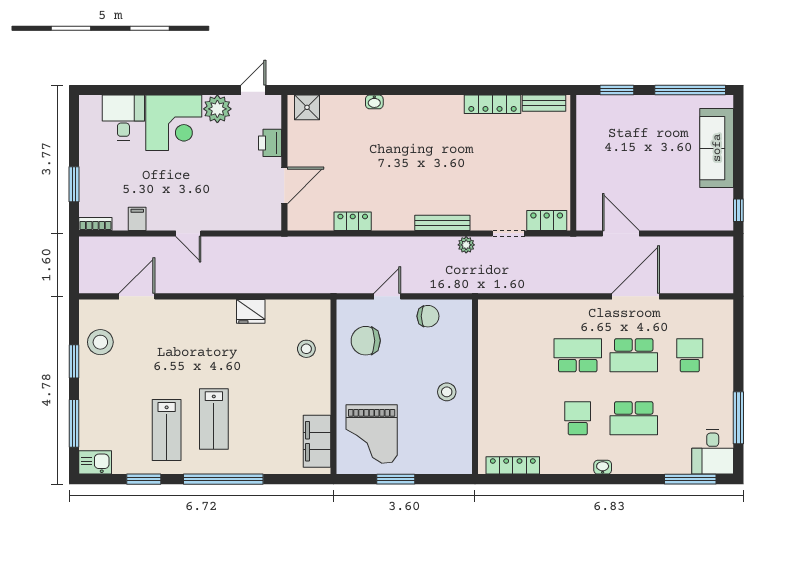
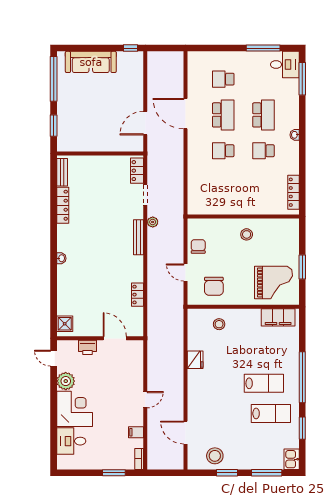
washbasin: (374, 102) -> (61, 258), moved
school desk: (578, 355) -> (223, 151), width x0.54

